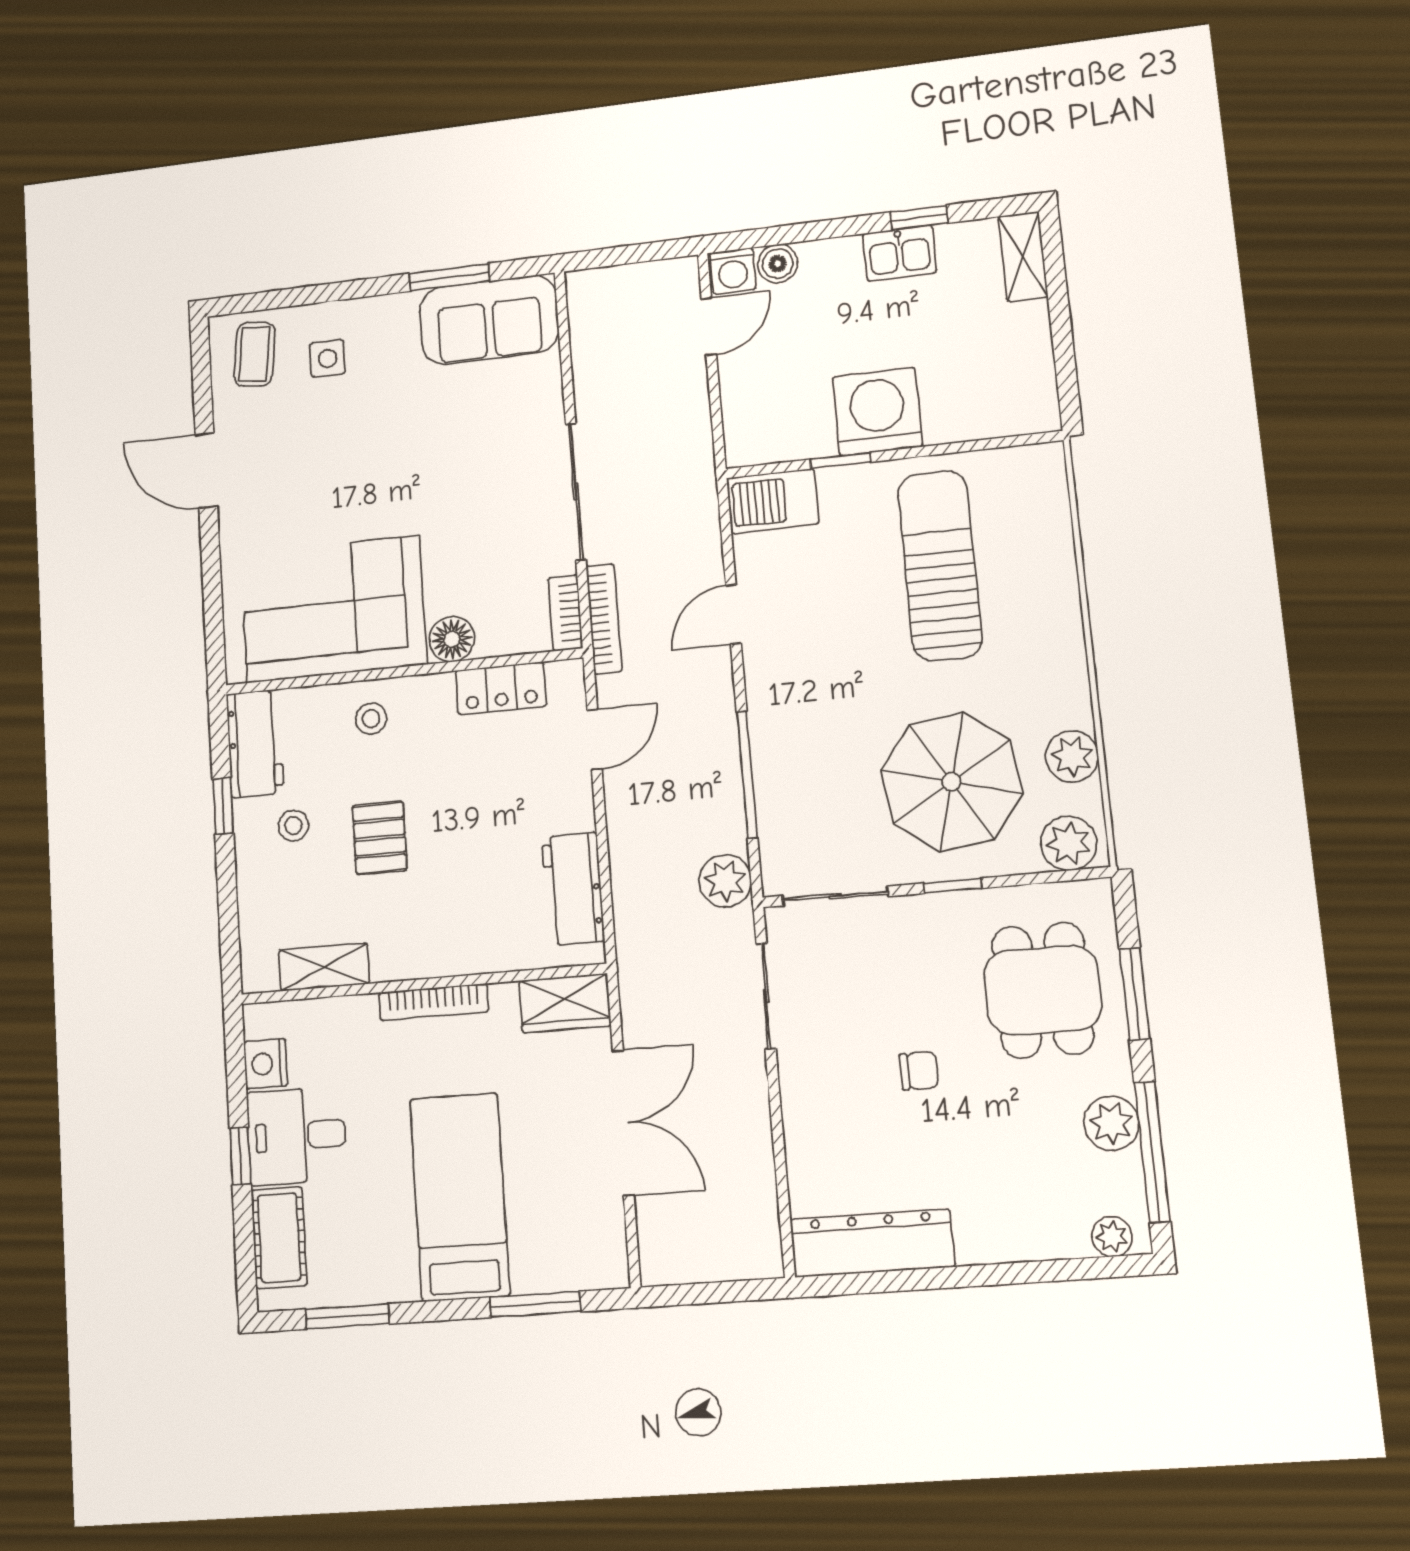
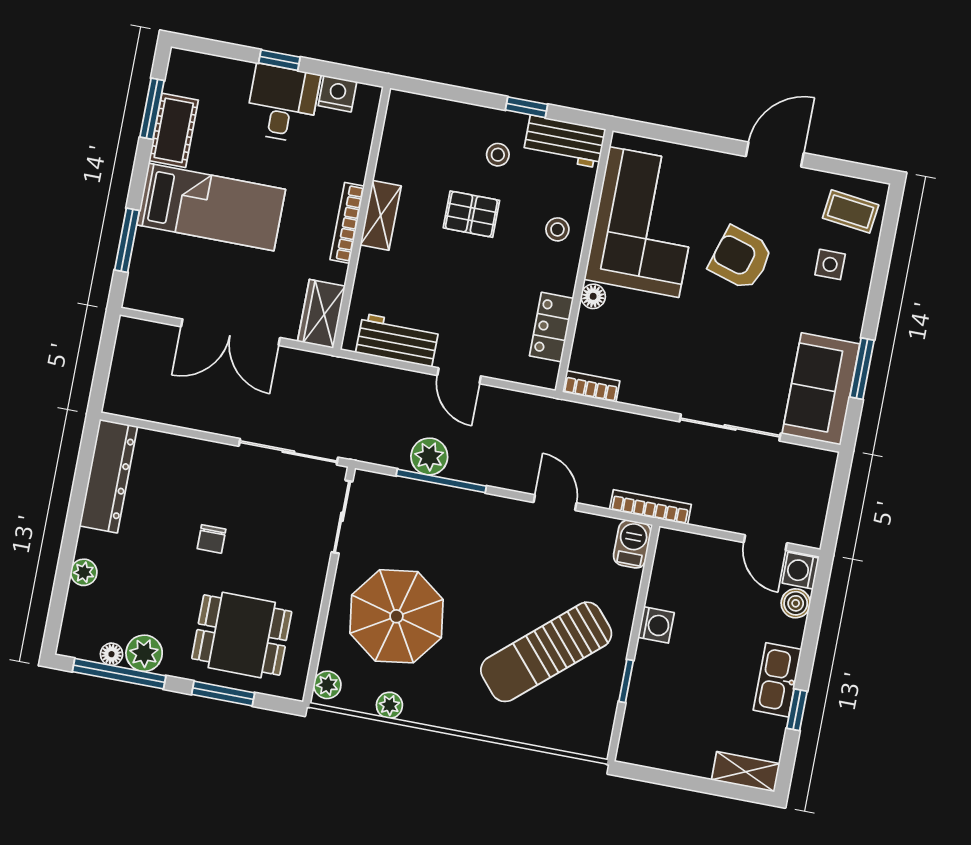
kitchen sink: (899, 253) -> (777, 680), width x1.38
washing machine: (877, 412) -> (656, 625), width x0.53, depth x0.53
window: (840, 461) -> (626, 681), moved
armchair: (348, 472) -> (741, 258), added
sliding door: (576, 492) -> (730, 427), moved
barbecue: (773, 501) -> (632, 544), width x0.73, depth x0.79
sun lounger: (940, 566) -> (546, 652), turned 139
bookcase: (604, 619) -> (650, 507), moved, turned 180
floor lamp: (452, 639) -> (593, 296), width x0.73, depth x0.73
door: (594, 740) -> (459, 376), moved
plant: (1072, 756) -> (389, 705), width x0.73, depth x0.73
plant: (1069, 843) -> (327, 685), width x0.73, depth x0.73
plant: (725, 881) -> (429, 457), moved
window: (953, 886) -> (327, 597), removed
shelving: (324, 967) -> (381, 215), moved
sliding door: (766, 996) -> (288, 452), width x1.37
floor lamp: (1127, 1170) -> (111, 654), added
plant: (1112, 1236) -> (84, 572), moved
cot: (279, 1238) -> (174, 130), moved, turned 90

